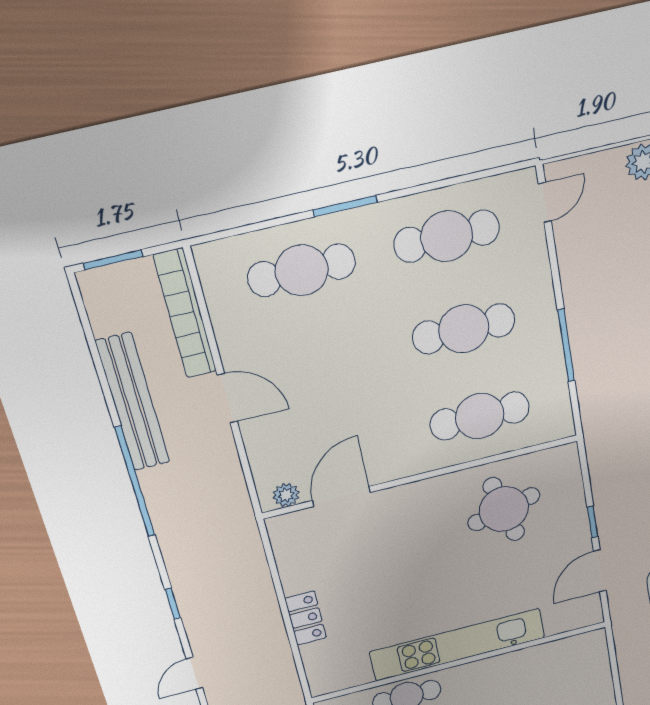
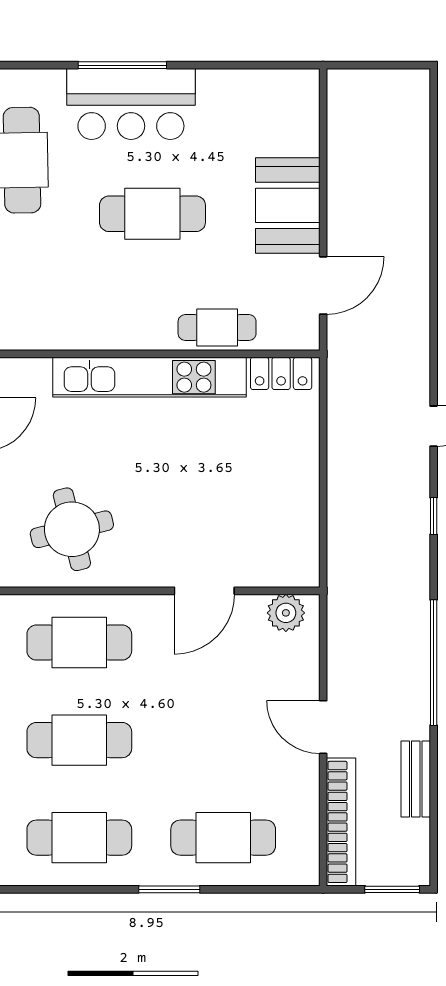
bench: (133, 402) -> (416, 779), width x0.54, depth x0.82
plant: (286, 495) -> (286, 613), width x1.38, depth x1.38
door: (341, 496) -> (204, 591), moved
locker: (306, 618) -> (281, 373), moved, turned -90

